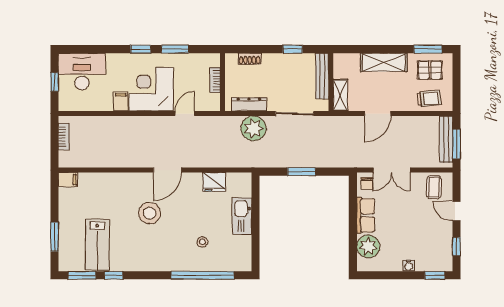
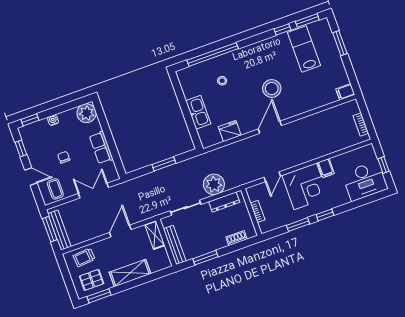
window: (293, 49) -> (205, 258), width x1.50
chair: (367, 183) -> (64, 157), moved
plant: (368, 246) -> (87, 113), moved

